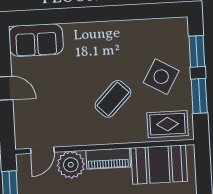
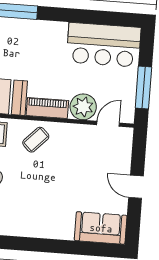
coffee table: (113, 99) -> (36, 140), moved, width x0.73, depth x0.77

